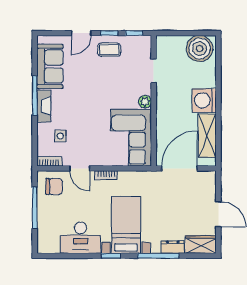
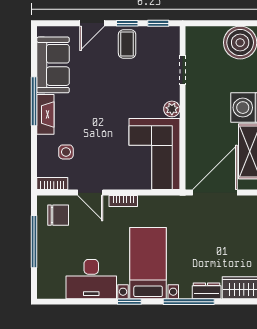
coffee table: (109, 50) -> (127, 44), turned 90

